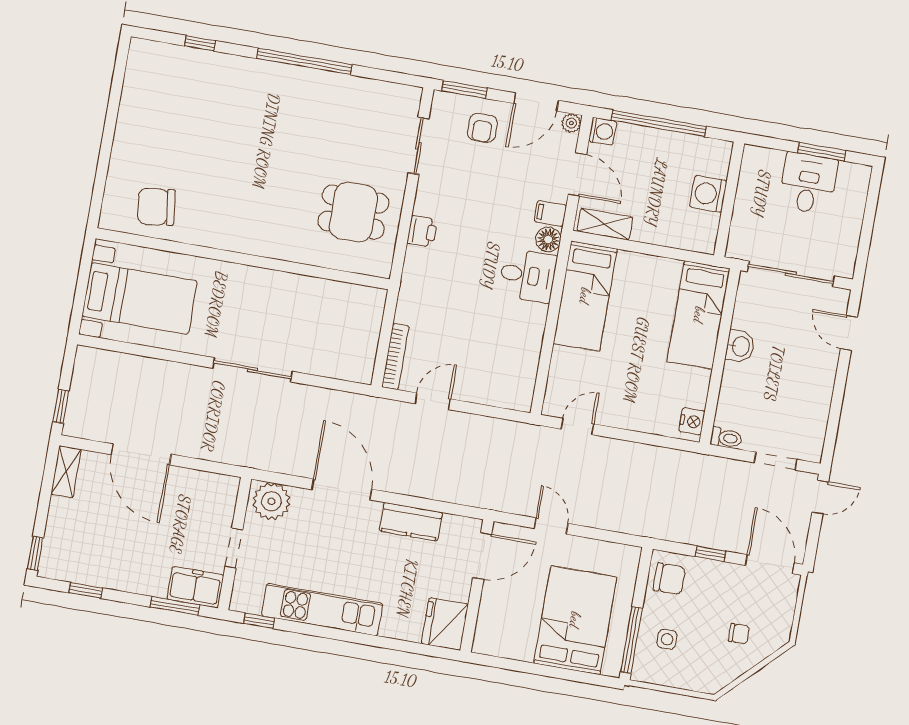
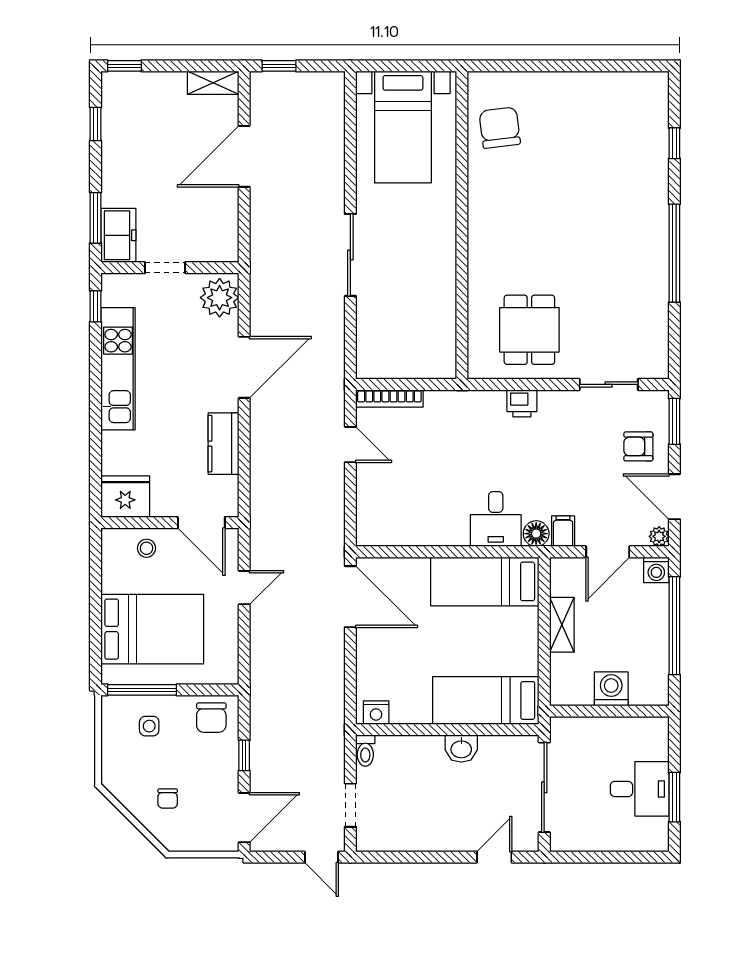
shelving: (605, 224) -> (562, 625), moved
door: (577, 426) -> (350, 597), width x1.87
stool: (497, 612) -> (146, 548), added

